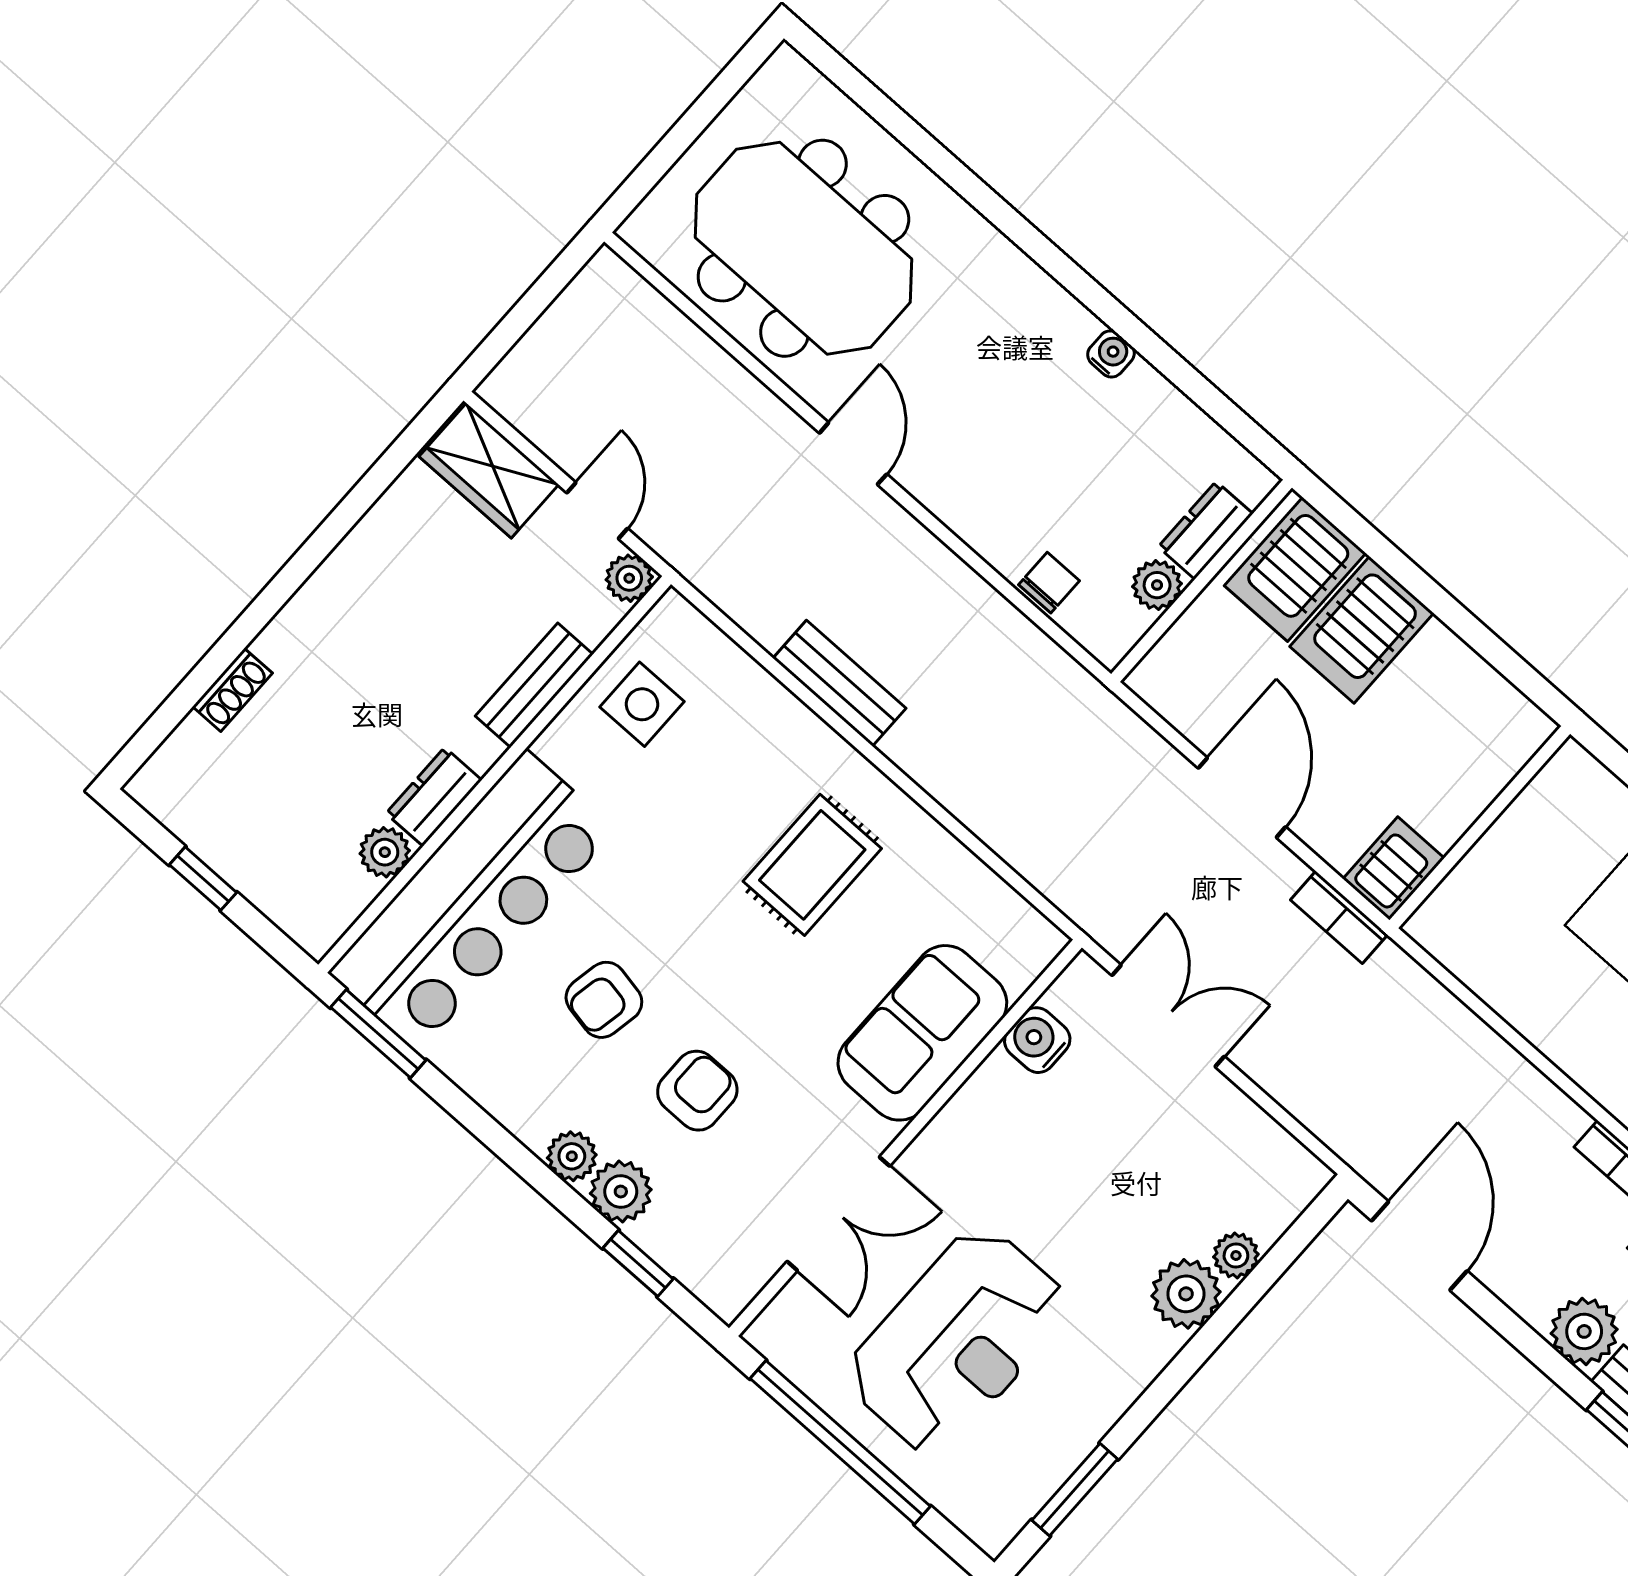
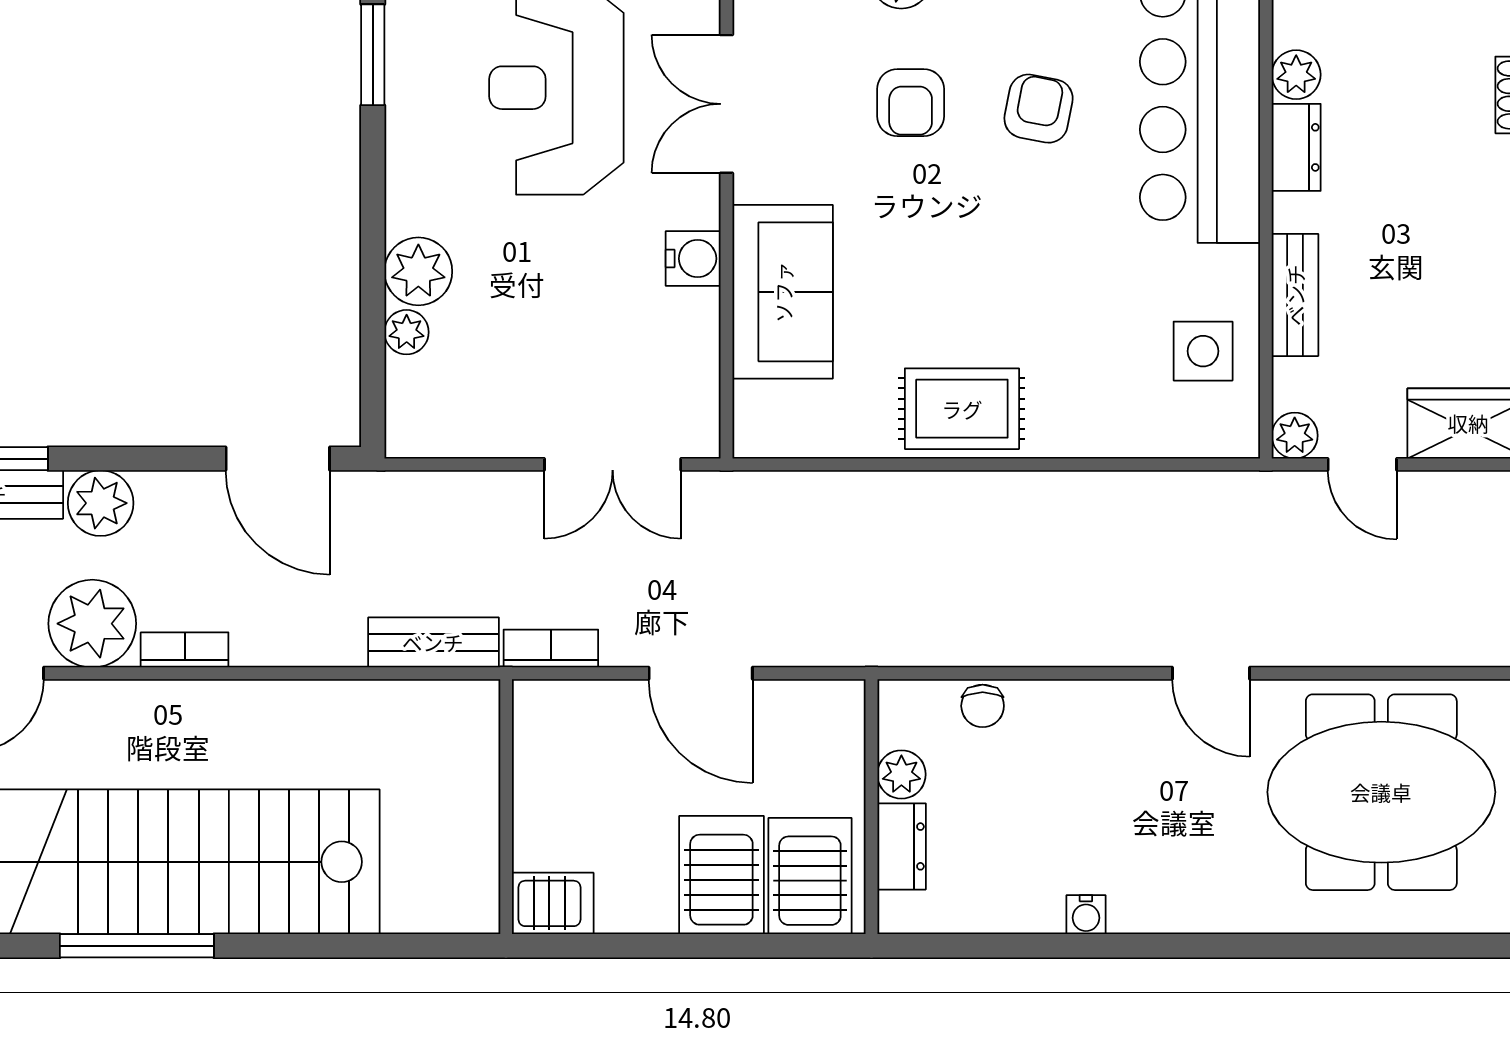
bench: (839, 683) -> (433, 642), moved
rug: (812, 865) -> (962, 409), moved, turned 90
server rack: (1394, 868) -> (553, 903), moved, turned -90
water cooler: (1037, 1040) -> (693, 259), moved

